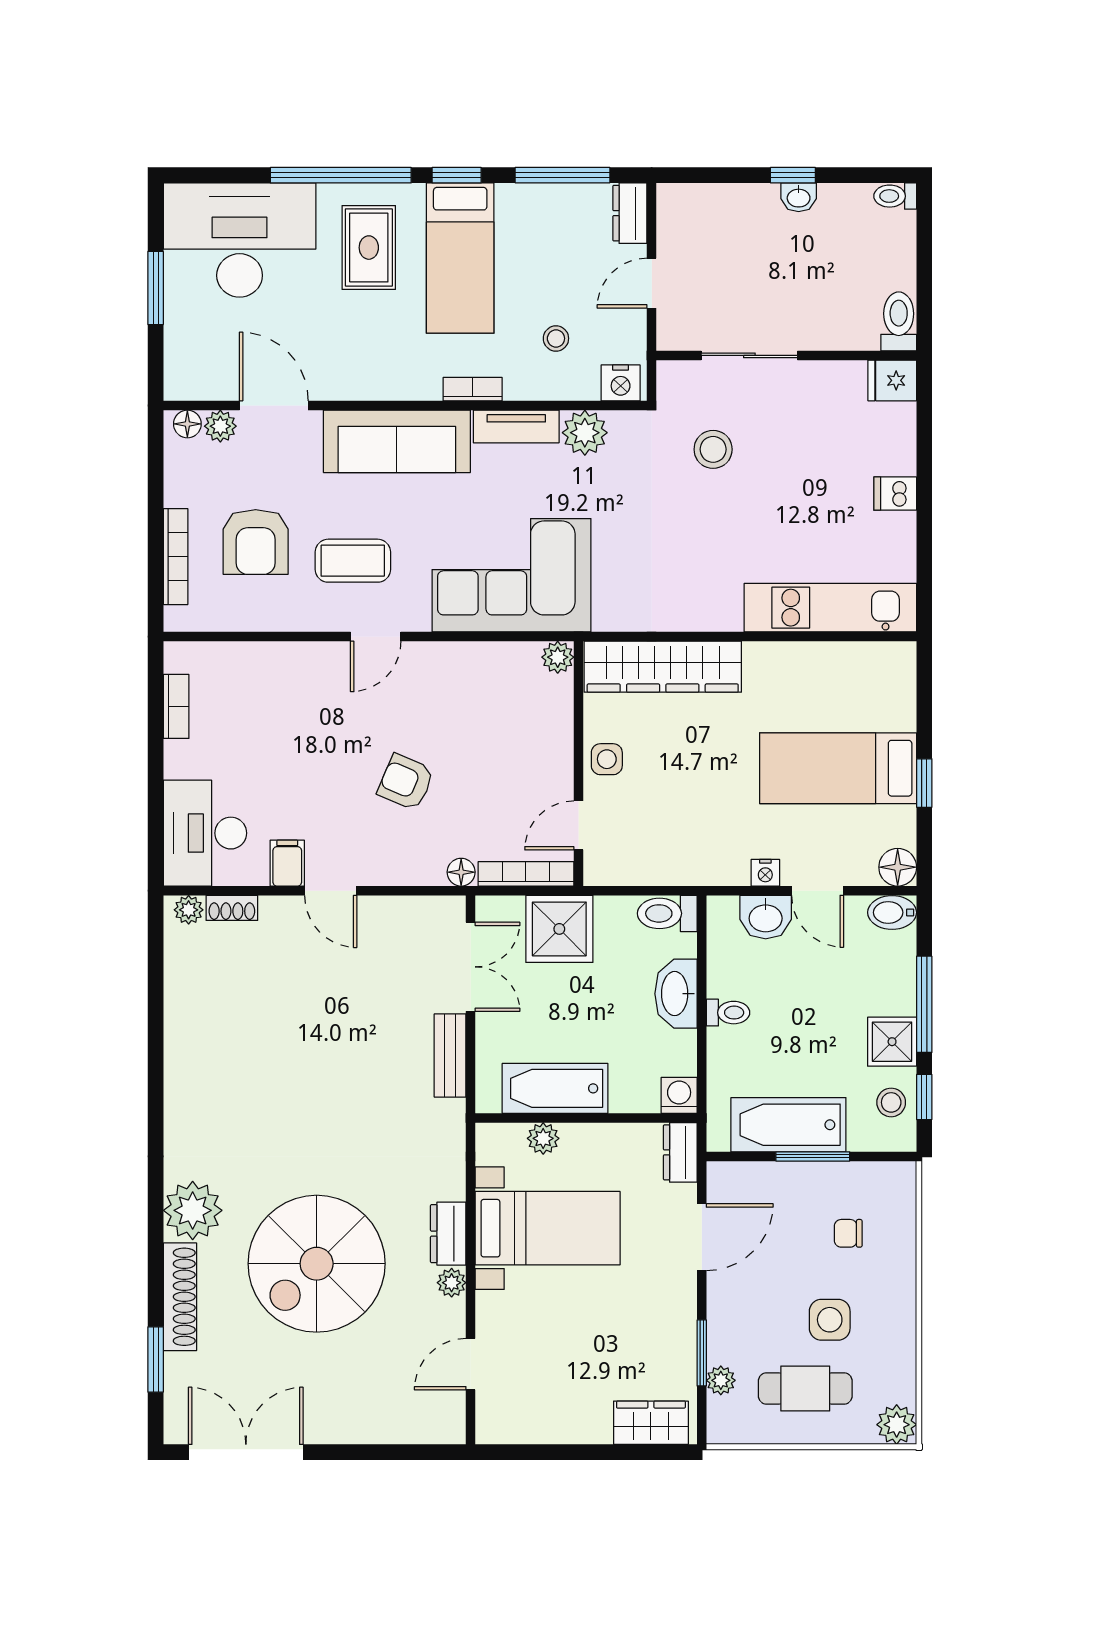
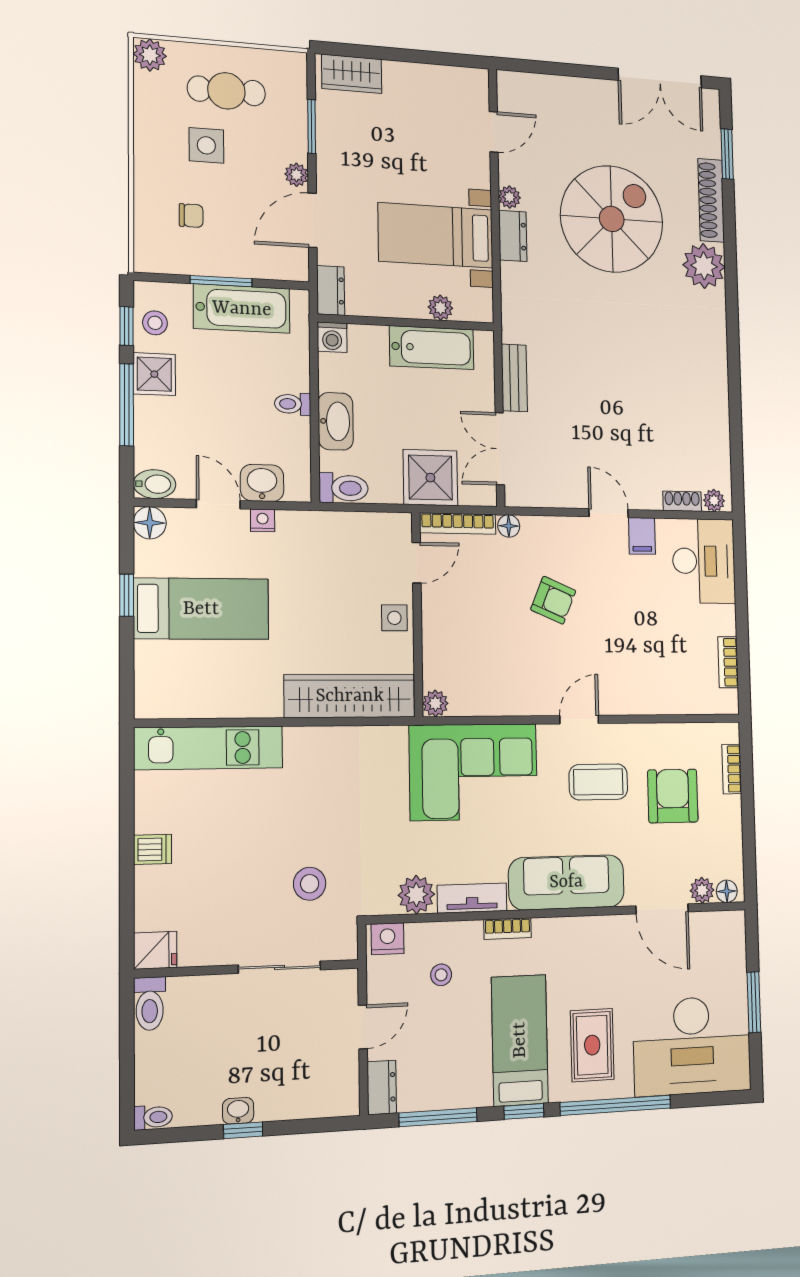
bookcase: (176, 557) -> (732, 769), width x0.64
plant: (721, 1380) -> (296, 175), moved

